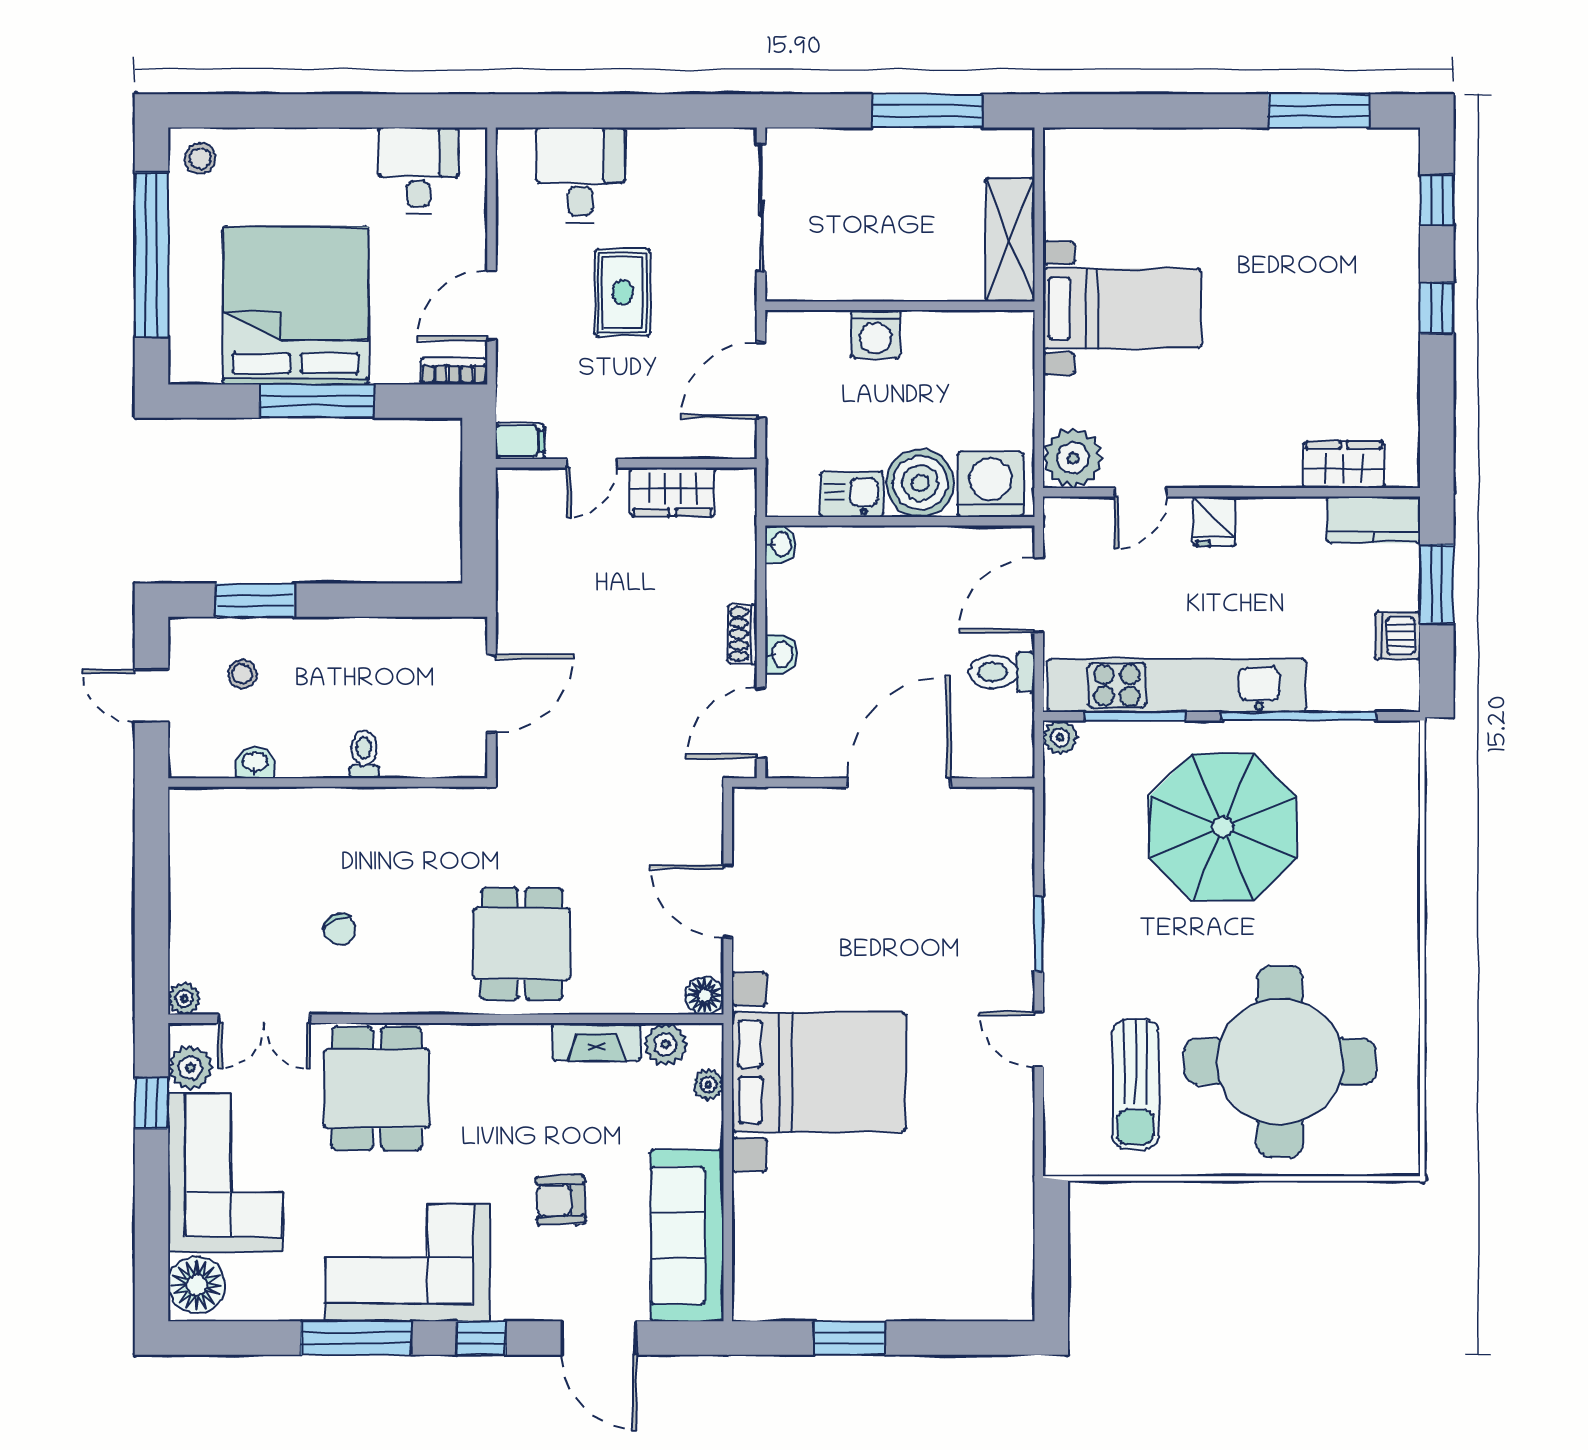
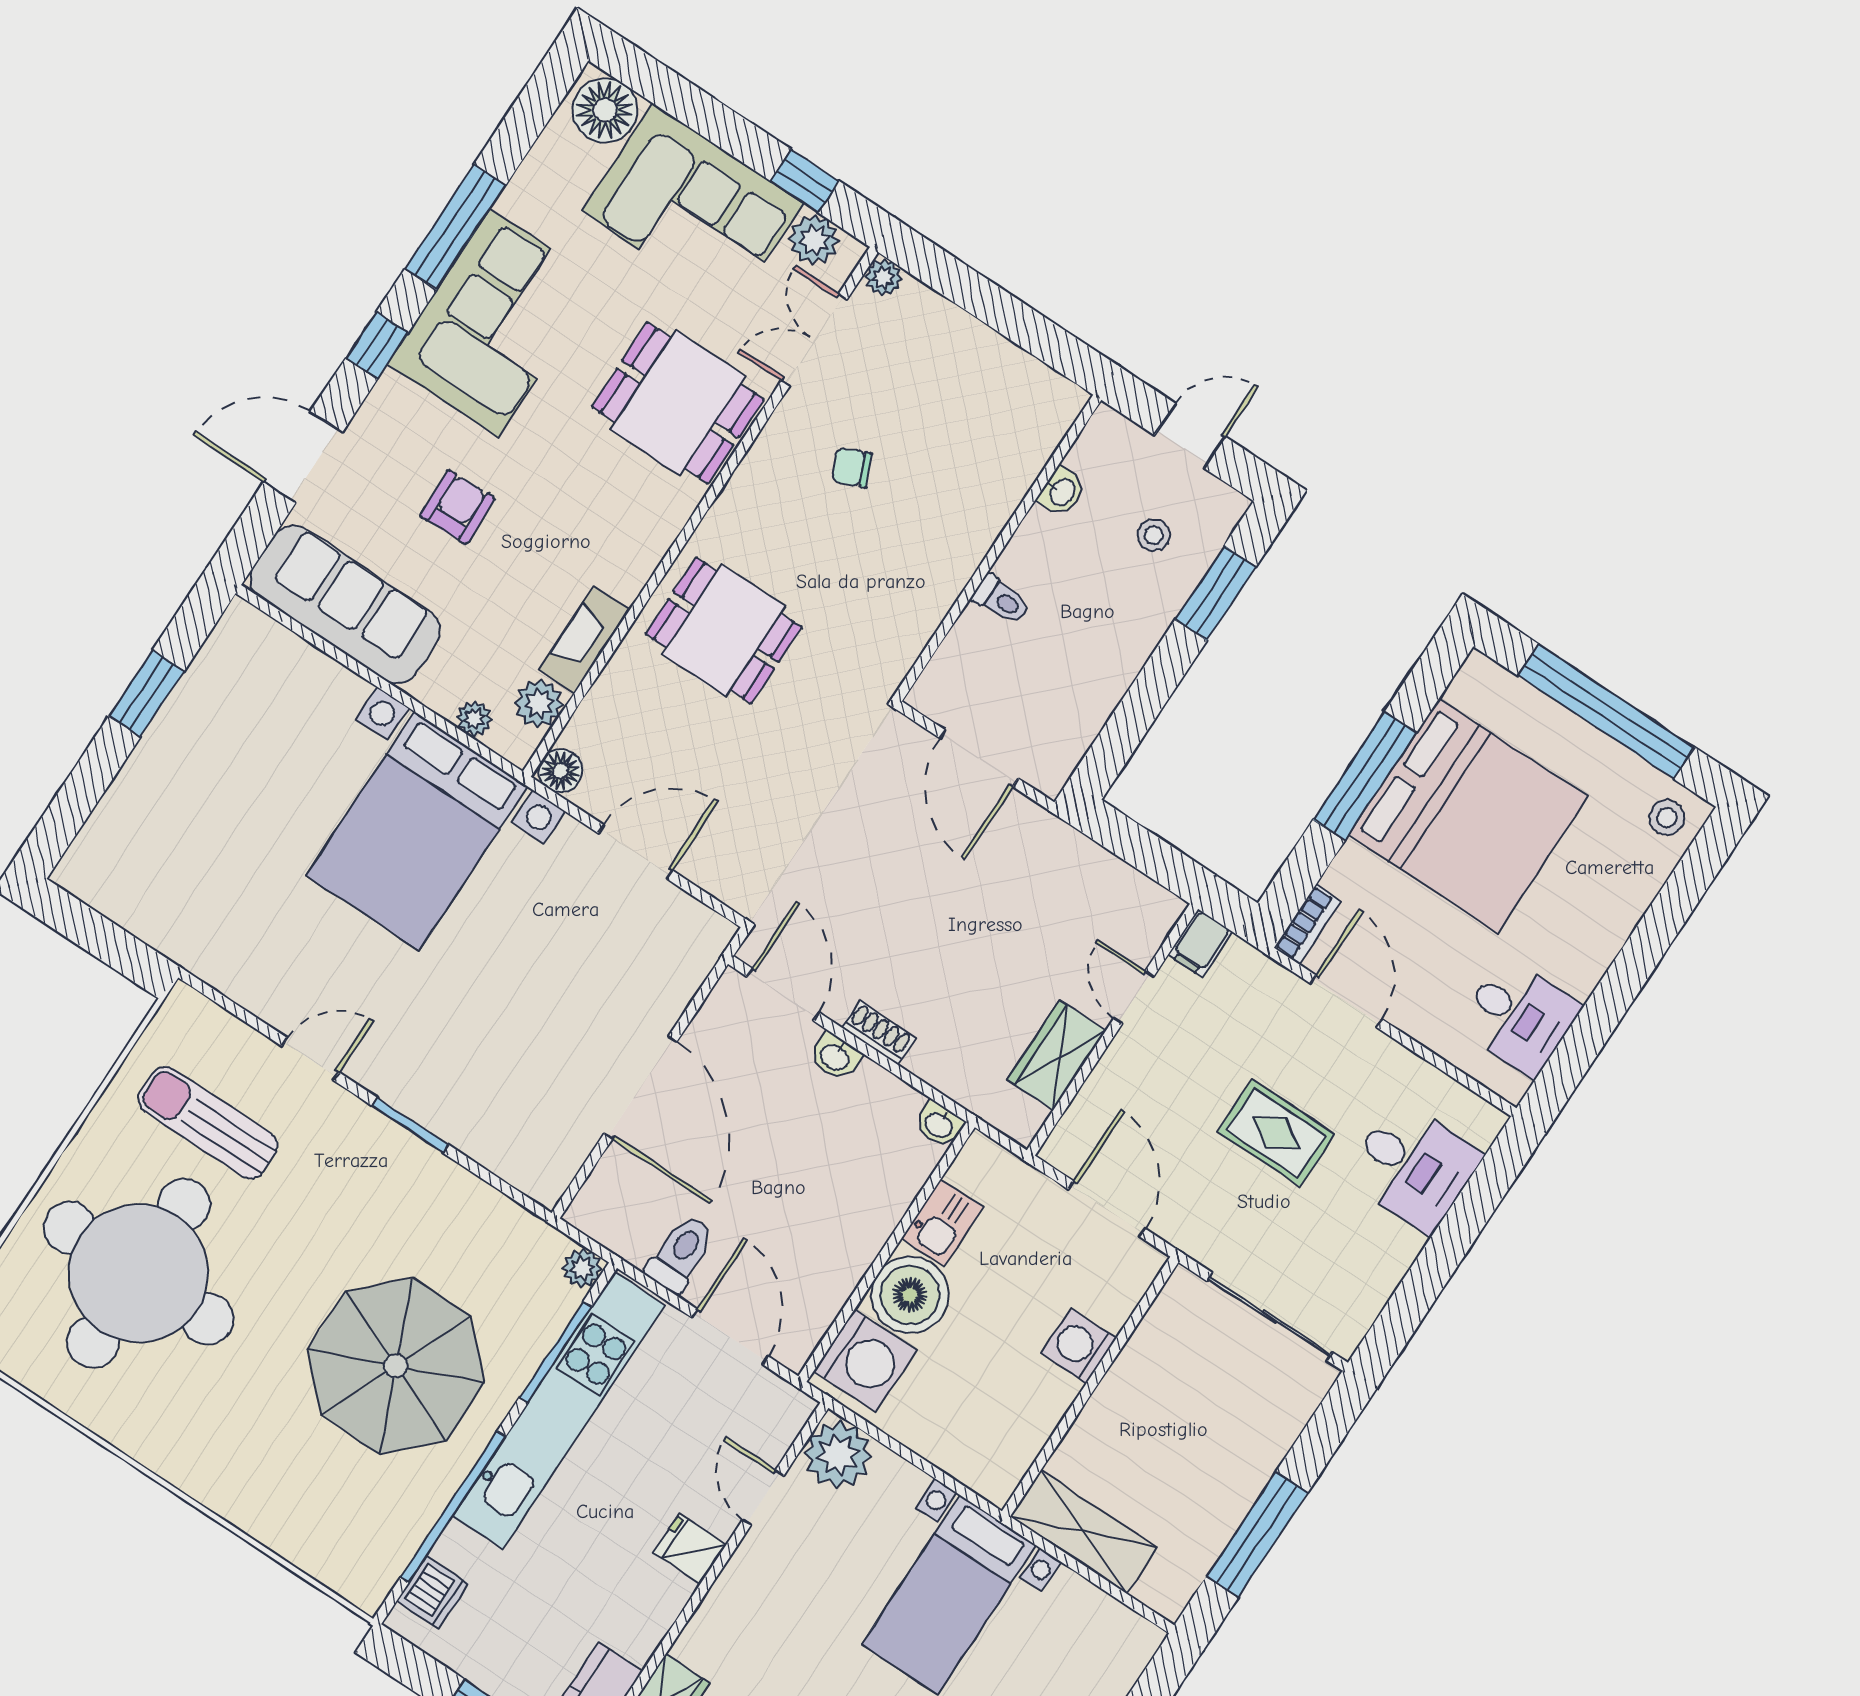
dishwasher: (1398, 636) -> (433, 1592), moved, turned 90

